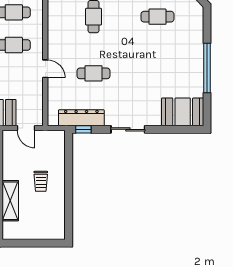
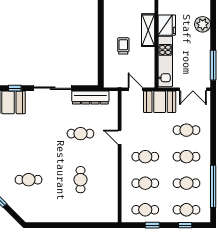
window: (83, 129) -> (15, 88), moved
sliding door: (128, 129) -> (53, 88), width x1.37

